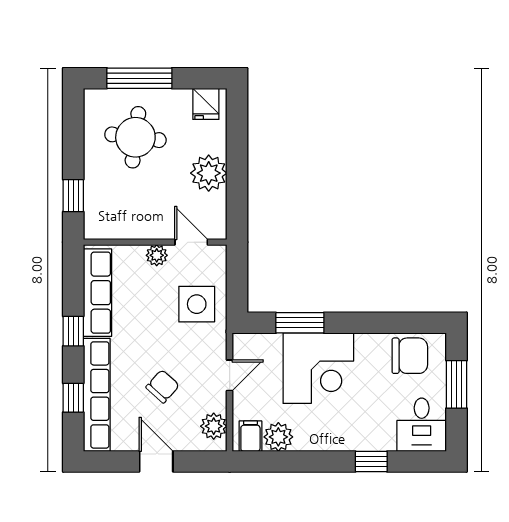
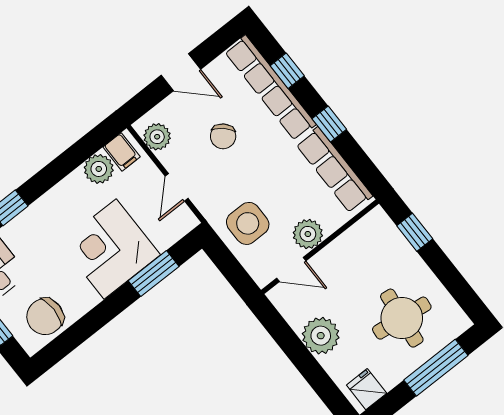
plant: (157, 255) -> (308, 234), width x1.38, depth x1.38

